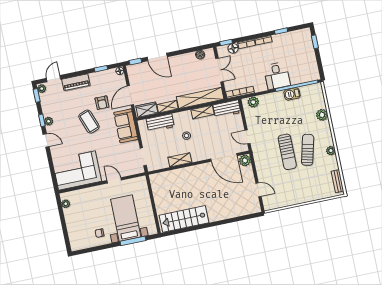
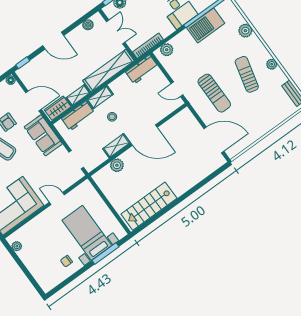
door: (157, 57) -> (53, 41), moved
barbecue: (292, 94) -> (206, 25), width x1.88, depth x1.53
door: (130, 95) -> (34, 101), swing flipped
shelving: (203, 112) -> (100, 97), moved
sun lounger: (287, 152) -> (214, 93), moved
door: (224, 157) -> (144, 135), moved
plant: (245, 160) -> (117, 165), moved
door: (259, 190) -> (214, 140), width x1.88

